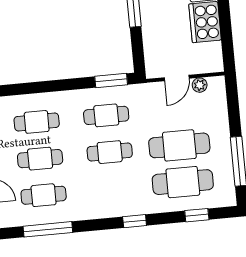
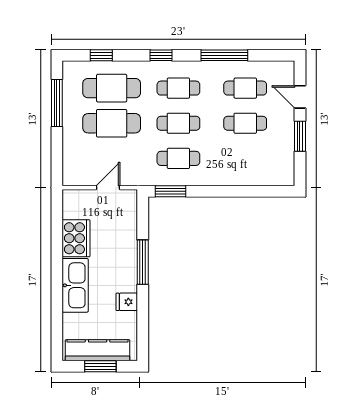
plant: (200, 85) -> (87, 179), removed
cafe table: (37, 122) -> (178, 88), moved
window: (48, 229) -> (224, 55), moved

